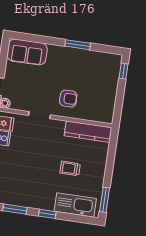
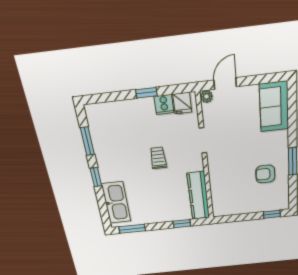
armchair: (68, 99) -> (265, 174), moved, turned 90
window: (111, 154) -> (182, 224), added
trolley: (70, 168) -> (158, 158), moved

